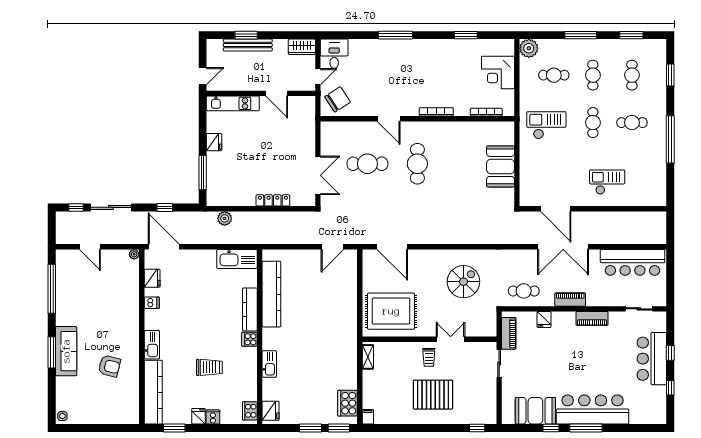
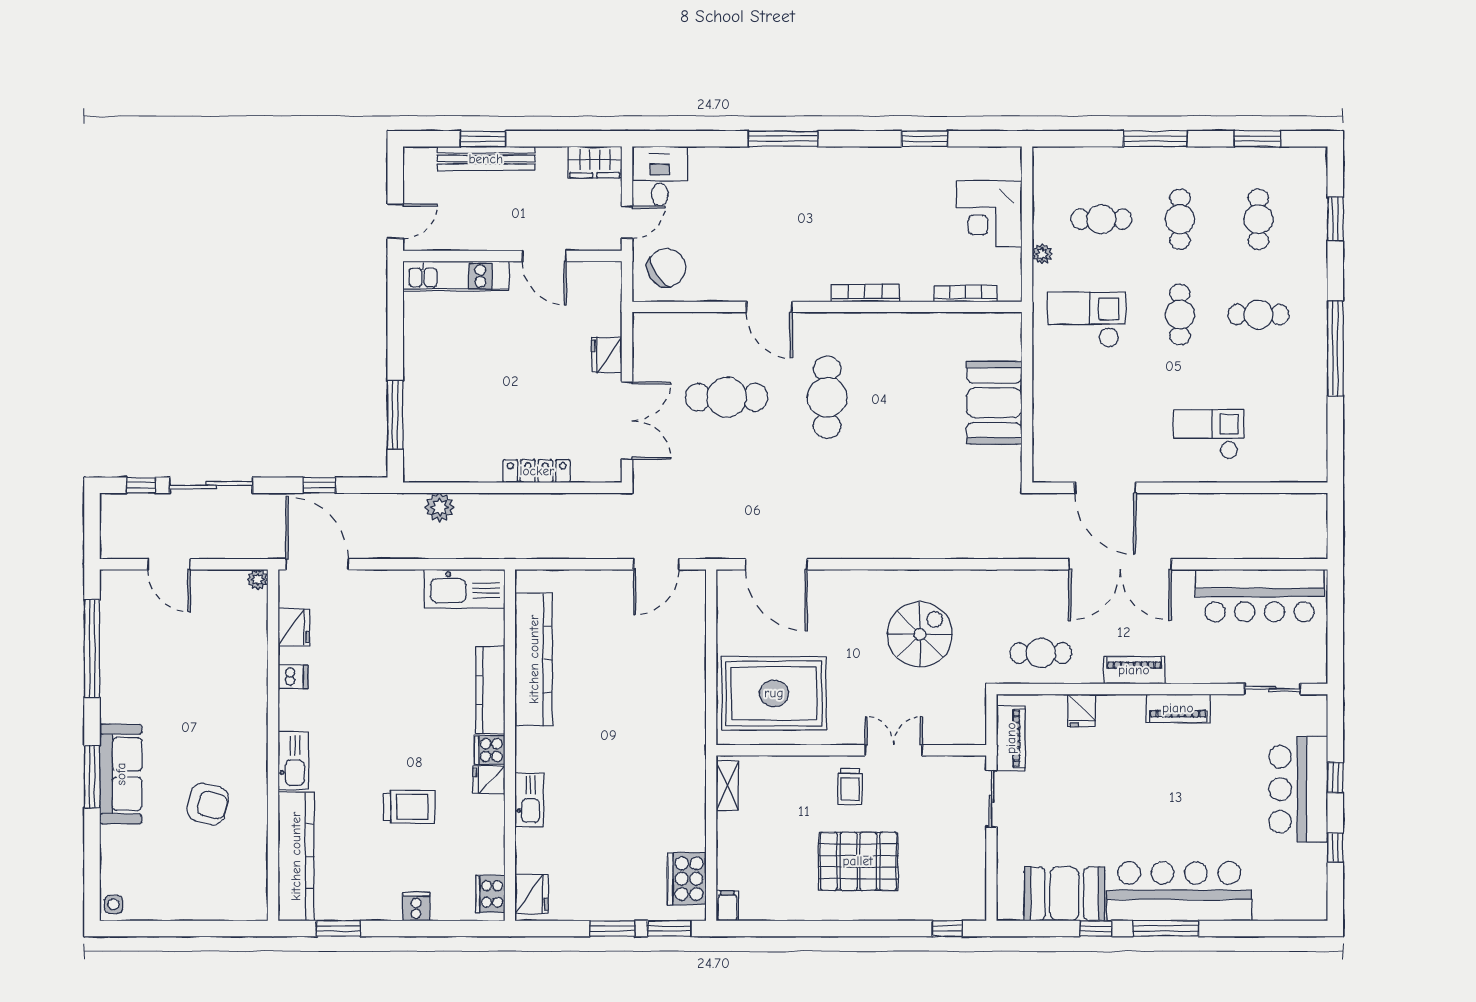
plant: (529, 48) -> (1042, 254), moved, width x0.53, depth x0.53
fridge: (214, 142) -> (607, 355), moved, turned 180
fridge: (199, 416) -> (489, 780), moved, turned -90

